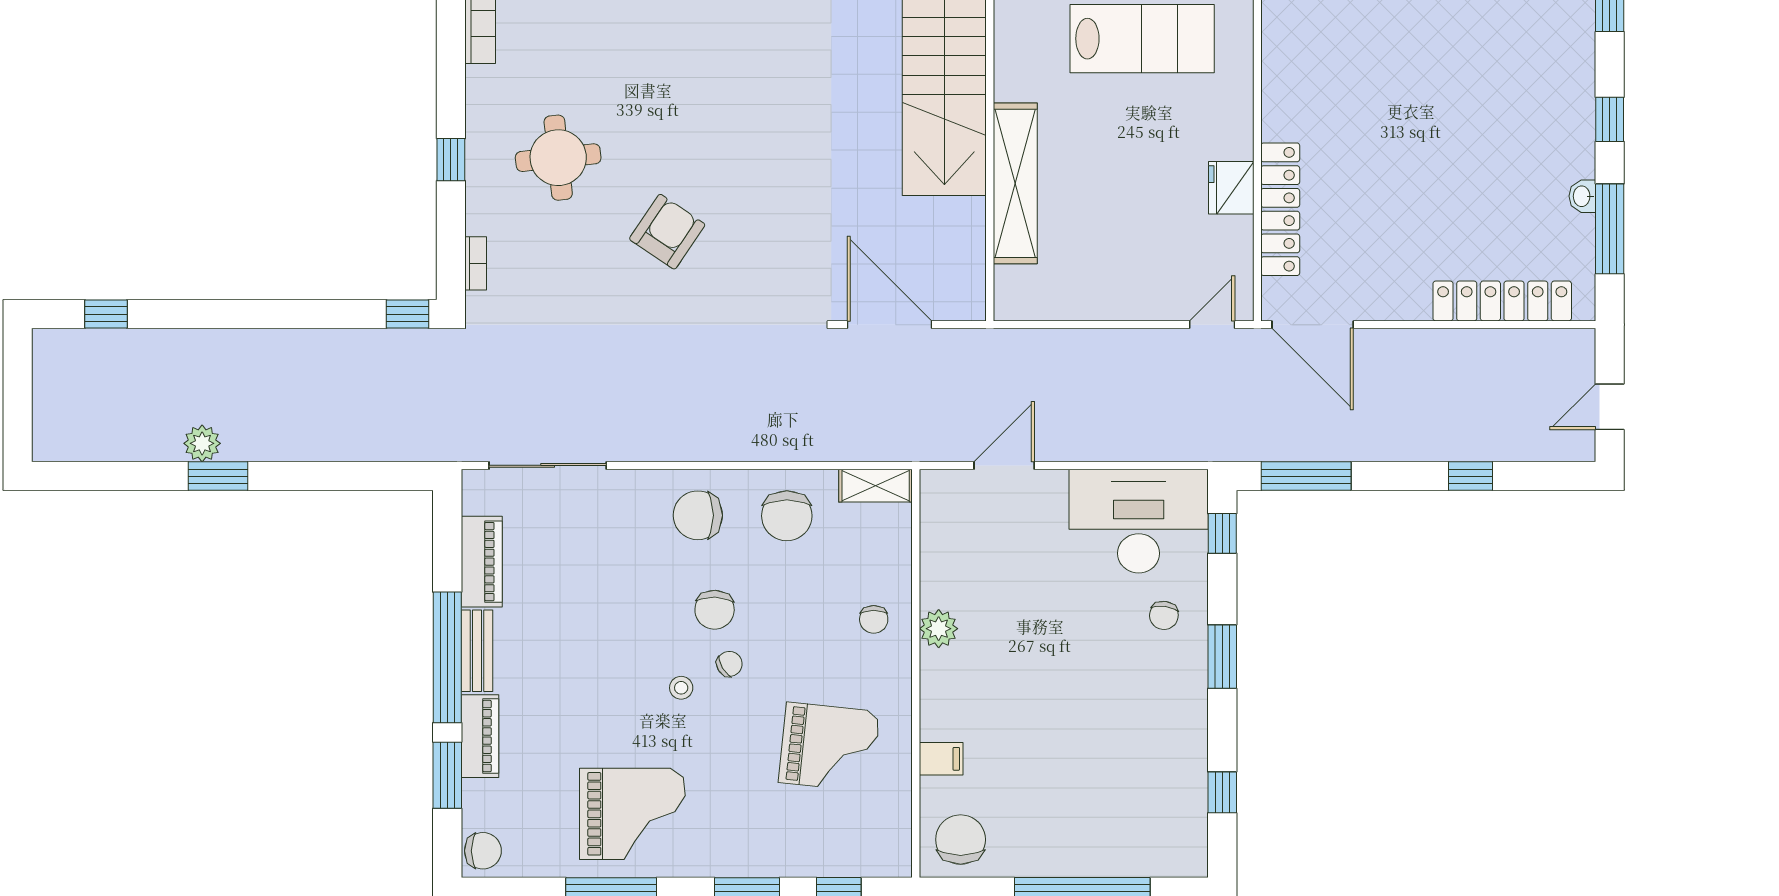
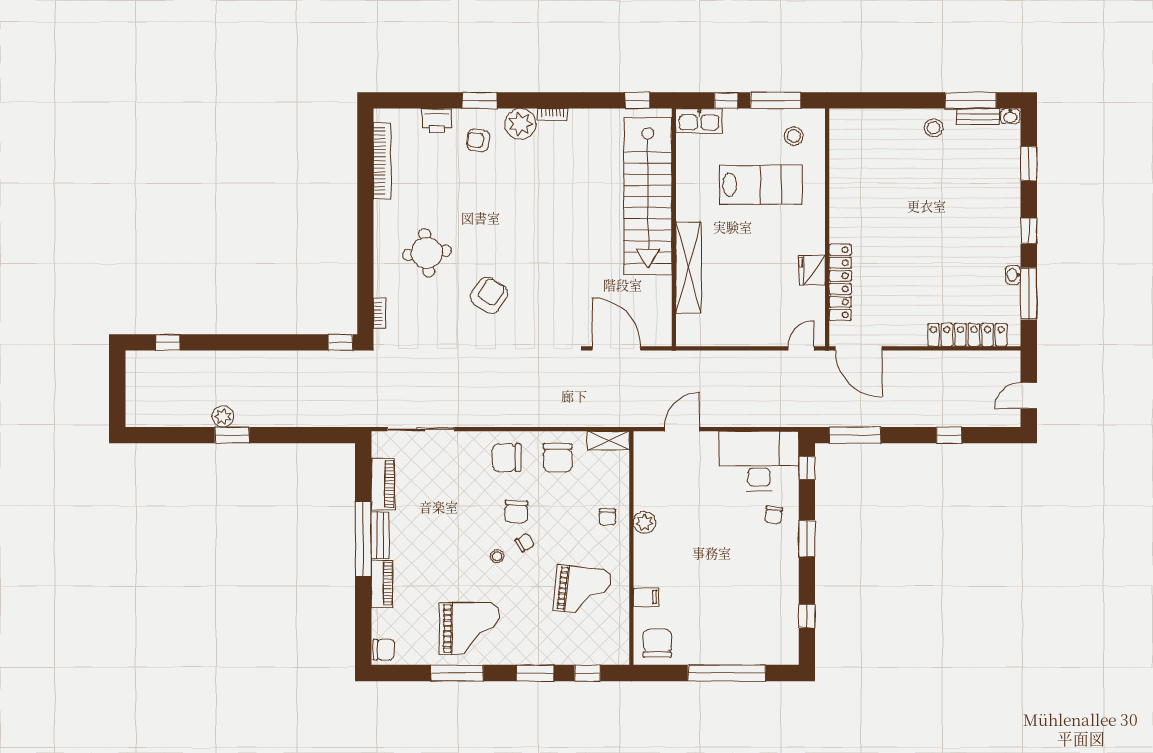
window: (451, 160) -> (365, 254), removed
window: (447, 775) -> (363, 606), removed

